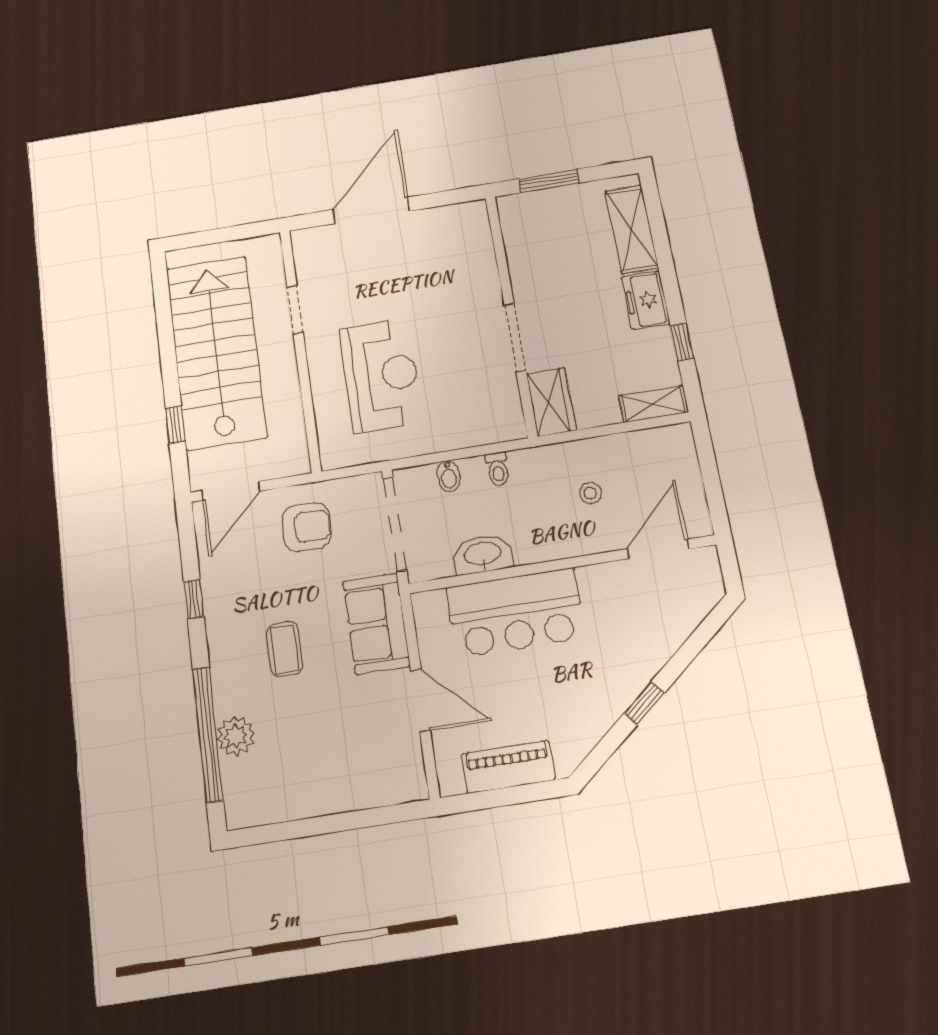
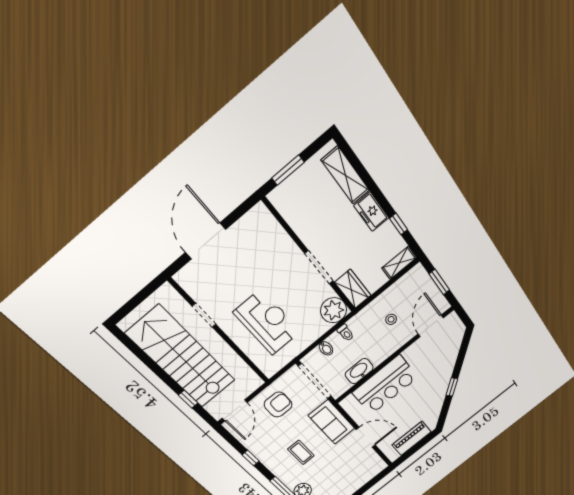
plant: (499, 419) -> (334, 310), added
window: (711, 477) -> (439, 282), added

